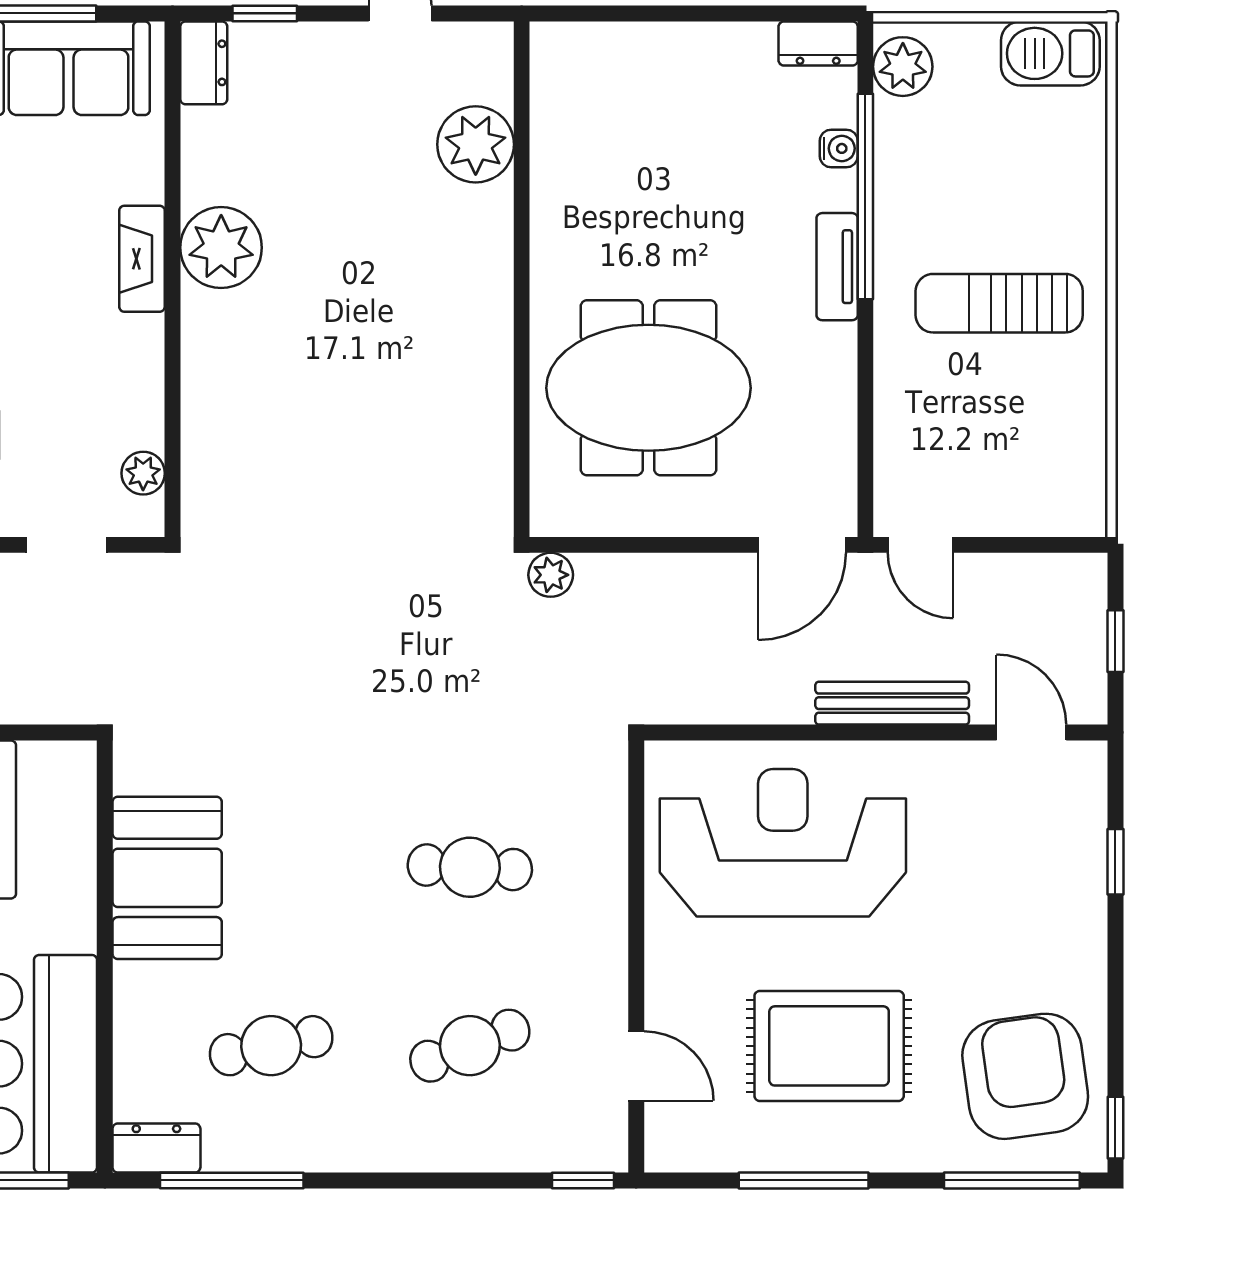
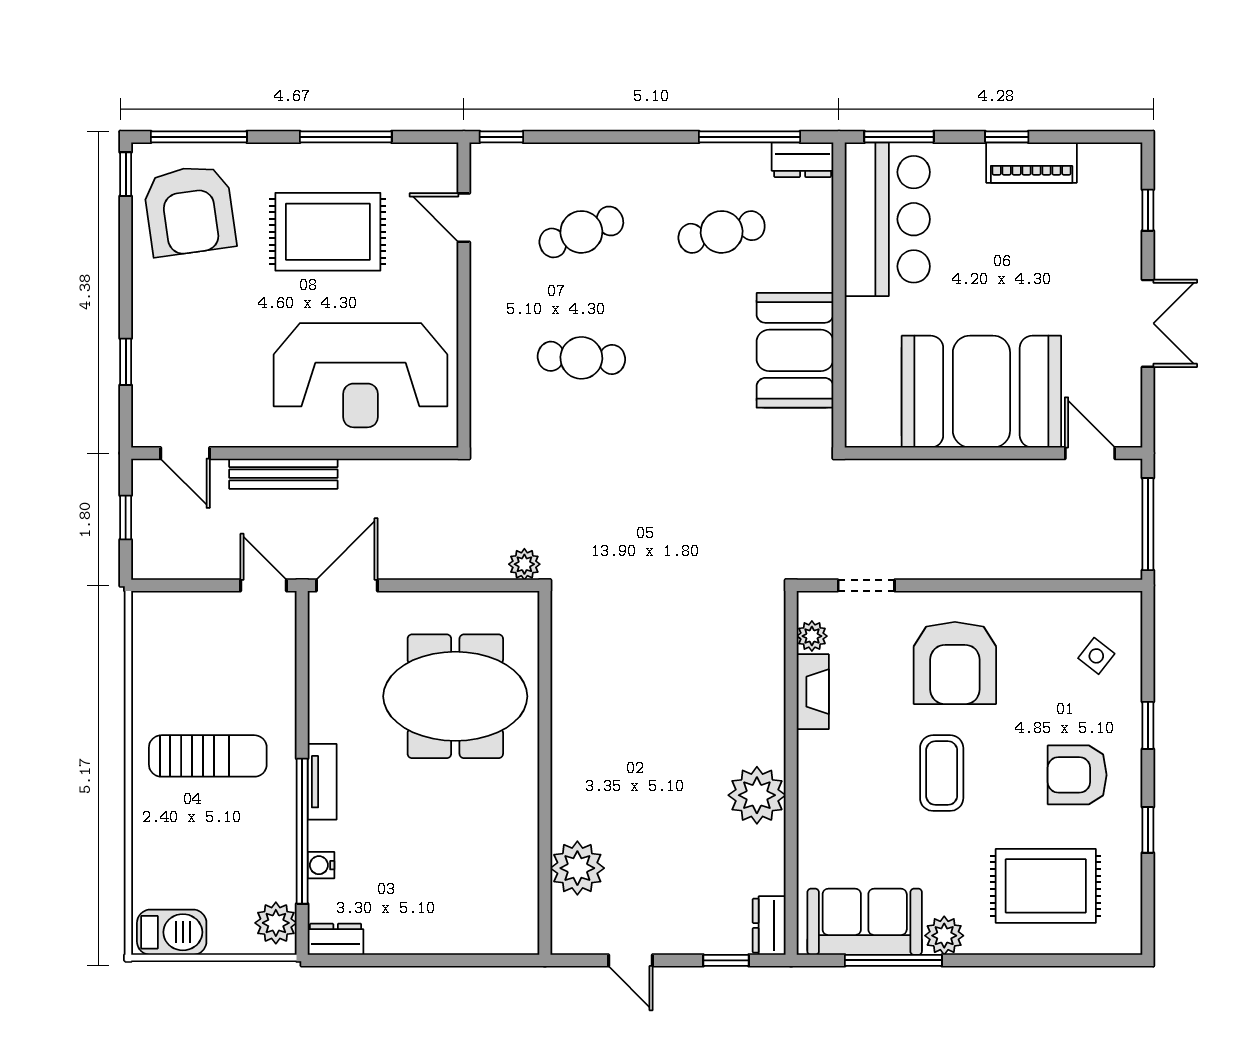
fireplace: (142, 259) -> (813, 692), moved

